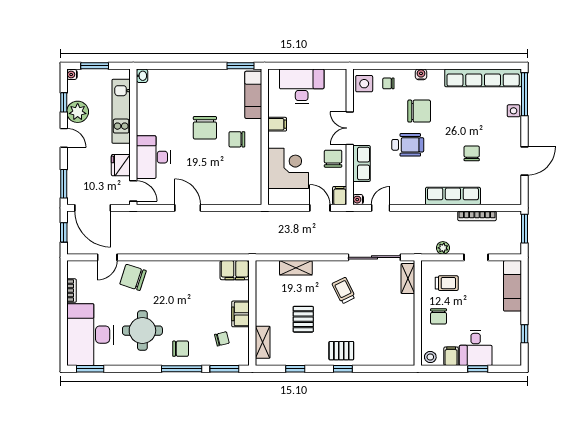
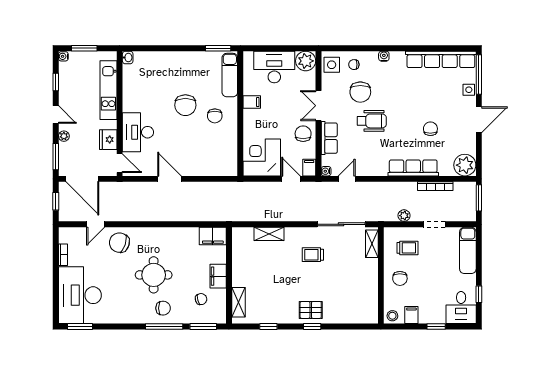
plant: (336, 80) -> (306, 61), added
chair: (419, 111) -> (360, 92), moved, turned 90
plant: (78, 112) -> (64, 136), moved, width x0.53, depth x0.53
chair: (237, 139) -> (215, 116), turned -90
door: (524, 161) -> (479, 120), moved
corner desk: (288, 168) -> (262, 157), moved, turned -90
plant: (509, 193) -> (465, 165), added
trolley: (344, 291) -> (313, 255), turned -64
pallet: (303, 319) -> (276, 281), removed
round table: (142, 331) -> (154, 275), moved
desk: (476, 348) -> (461, 308), moved

